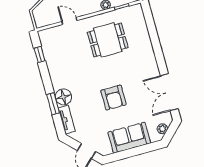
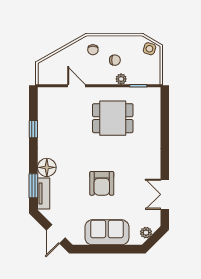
window: (40, 54) -> (33, 129), moved
double door: (169, 92) -> (165, 194), width x0.73
window: (53, 104) -> (33, 186), moved

